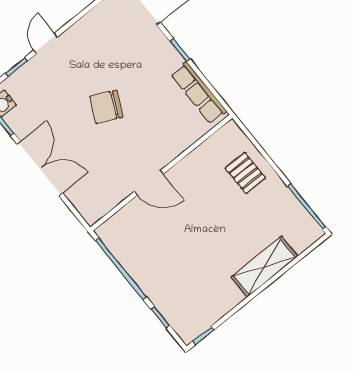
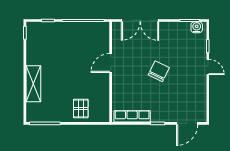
double door: (40, 169) -> (140, 20), moved
pallet: (245, 173) -> (81, 109), turned 90

